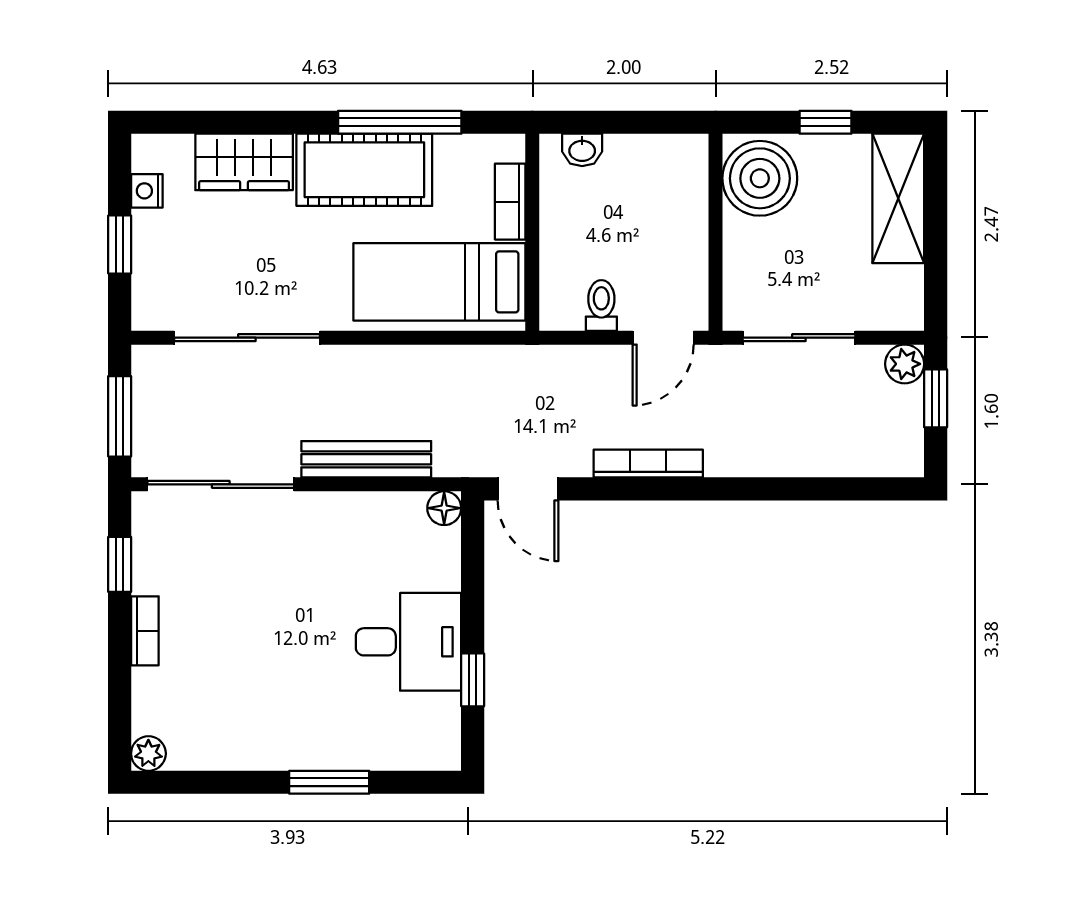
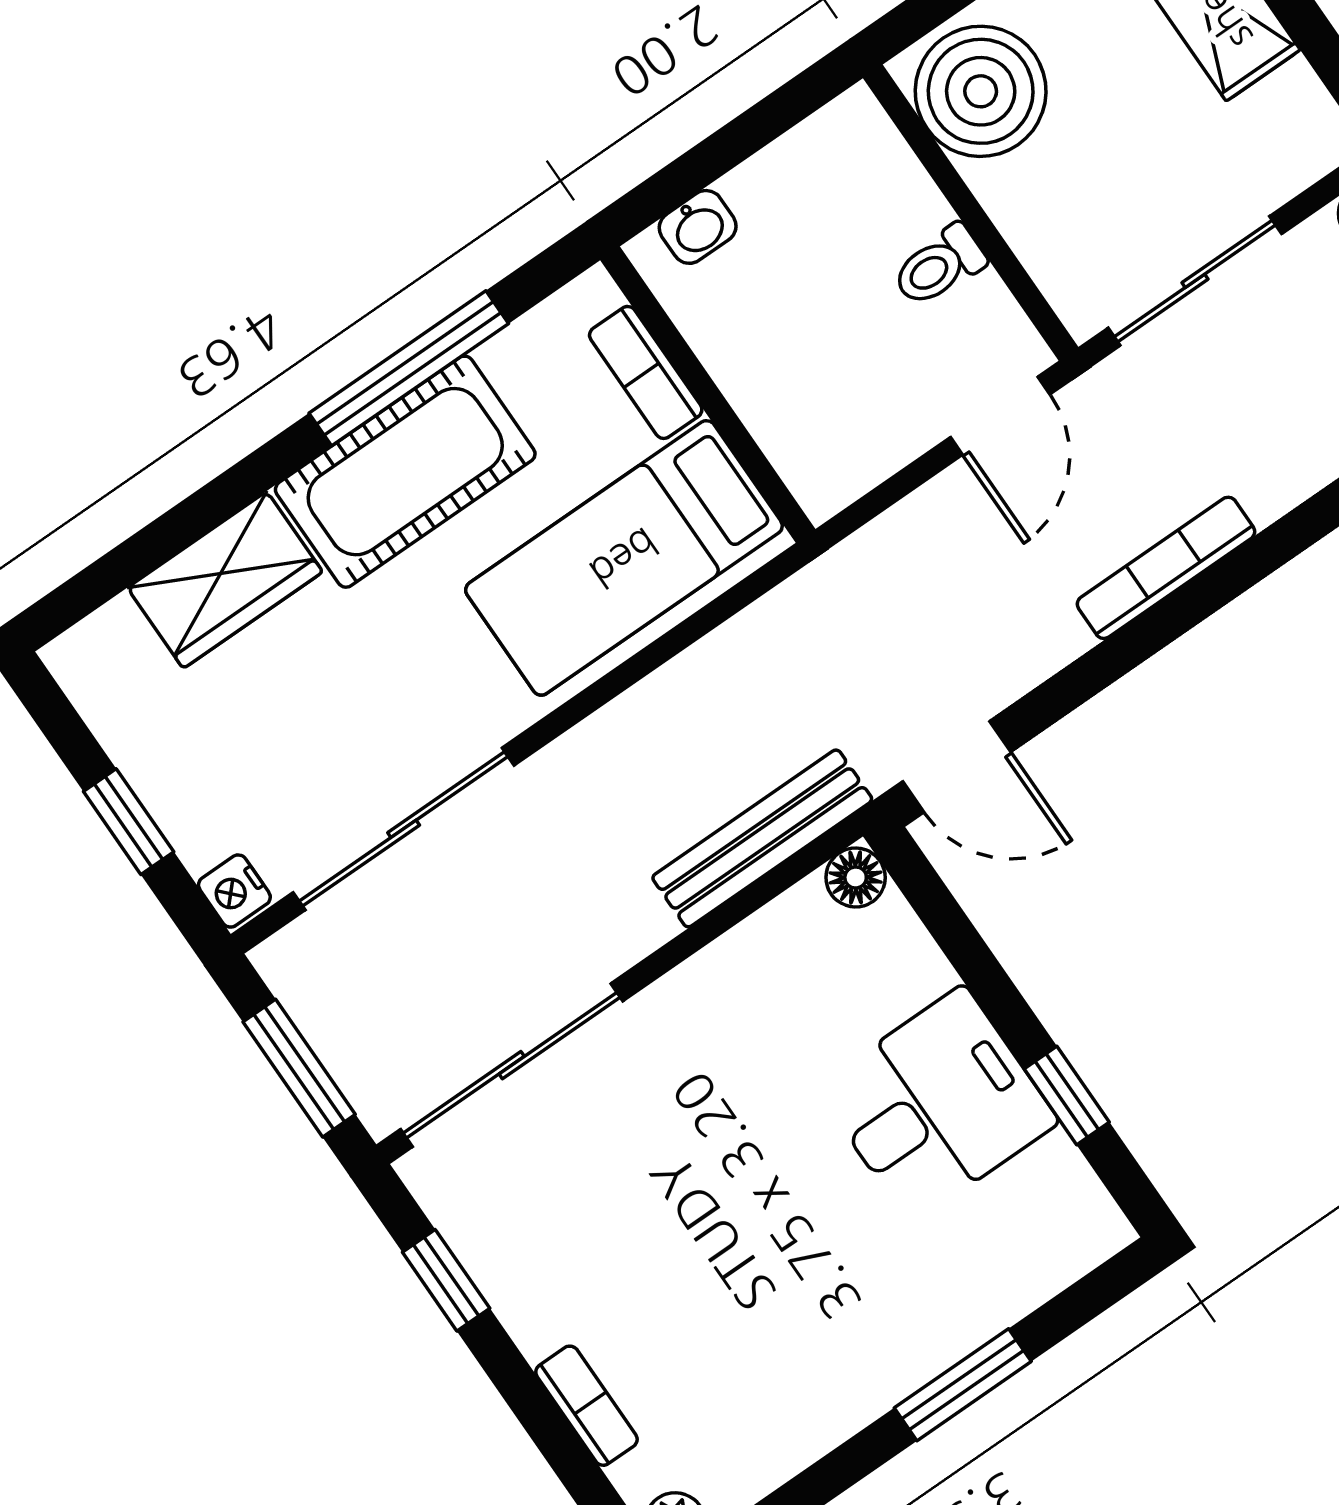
nightstand: (147, 191) -> (234, 891), moved
toilet: (601, 305) -> (939, 266), moved, turned -90
bench: (366, 459) -> (762, 838), moved
bookcase: (648, 463) -> (1166, 568), moved
bookcase: (145, 631) -> (587, 1406), moved

